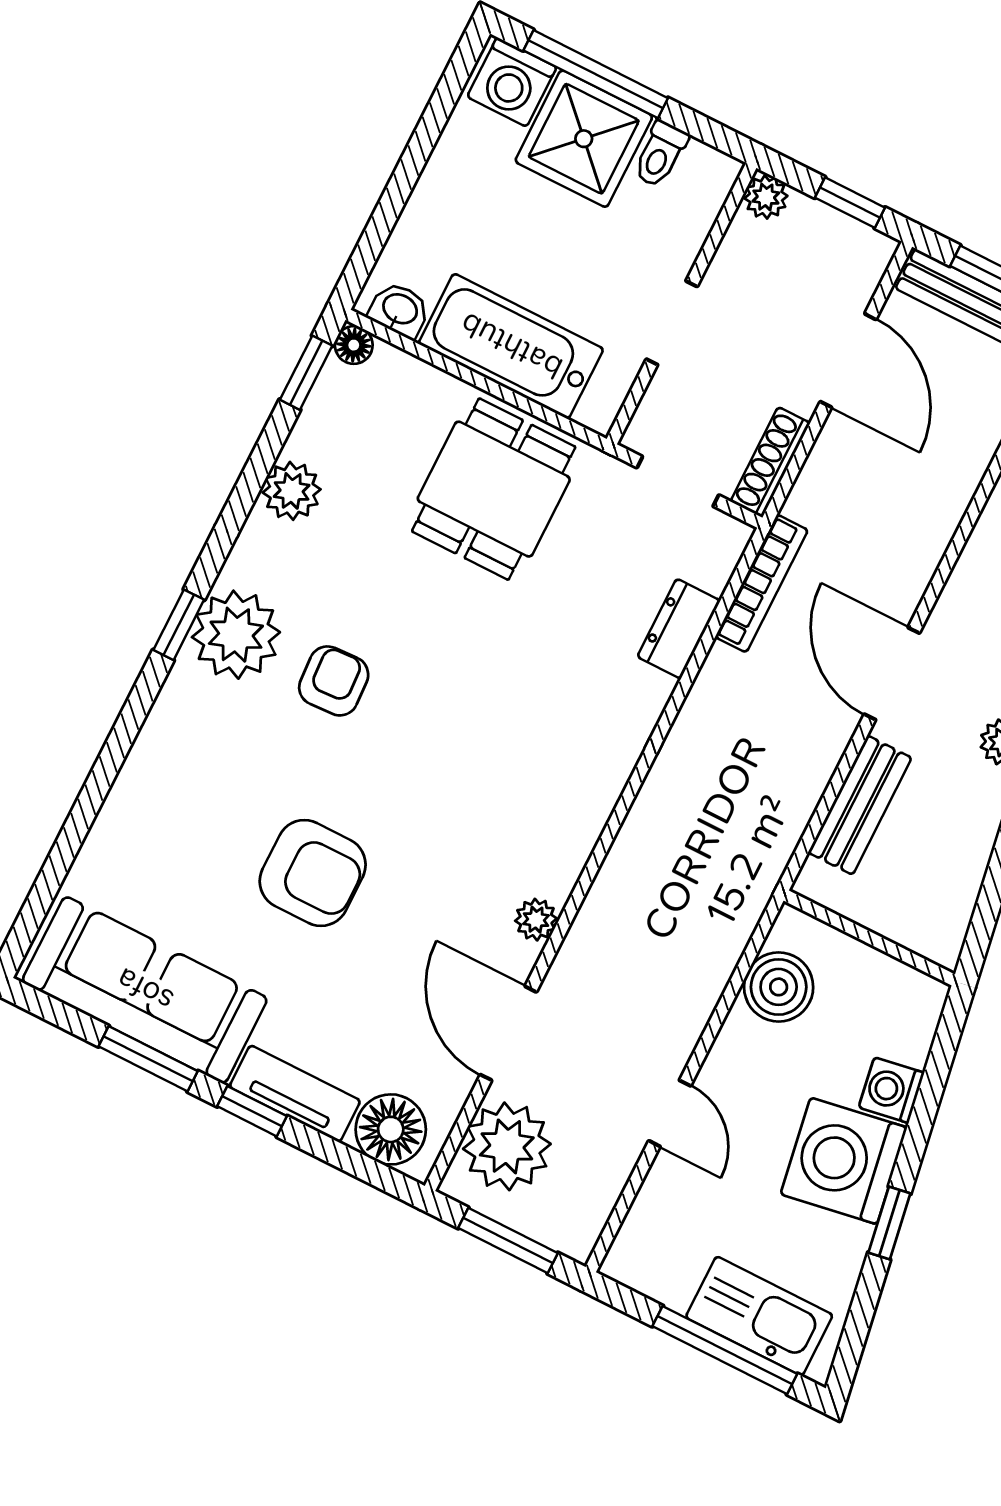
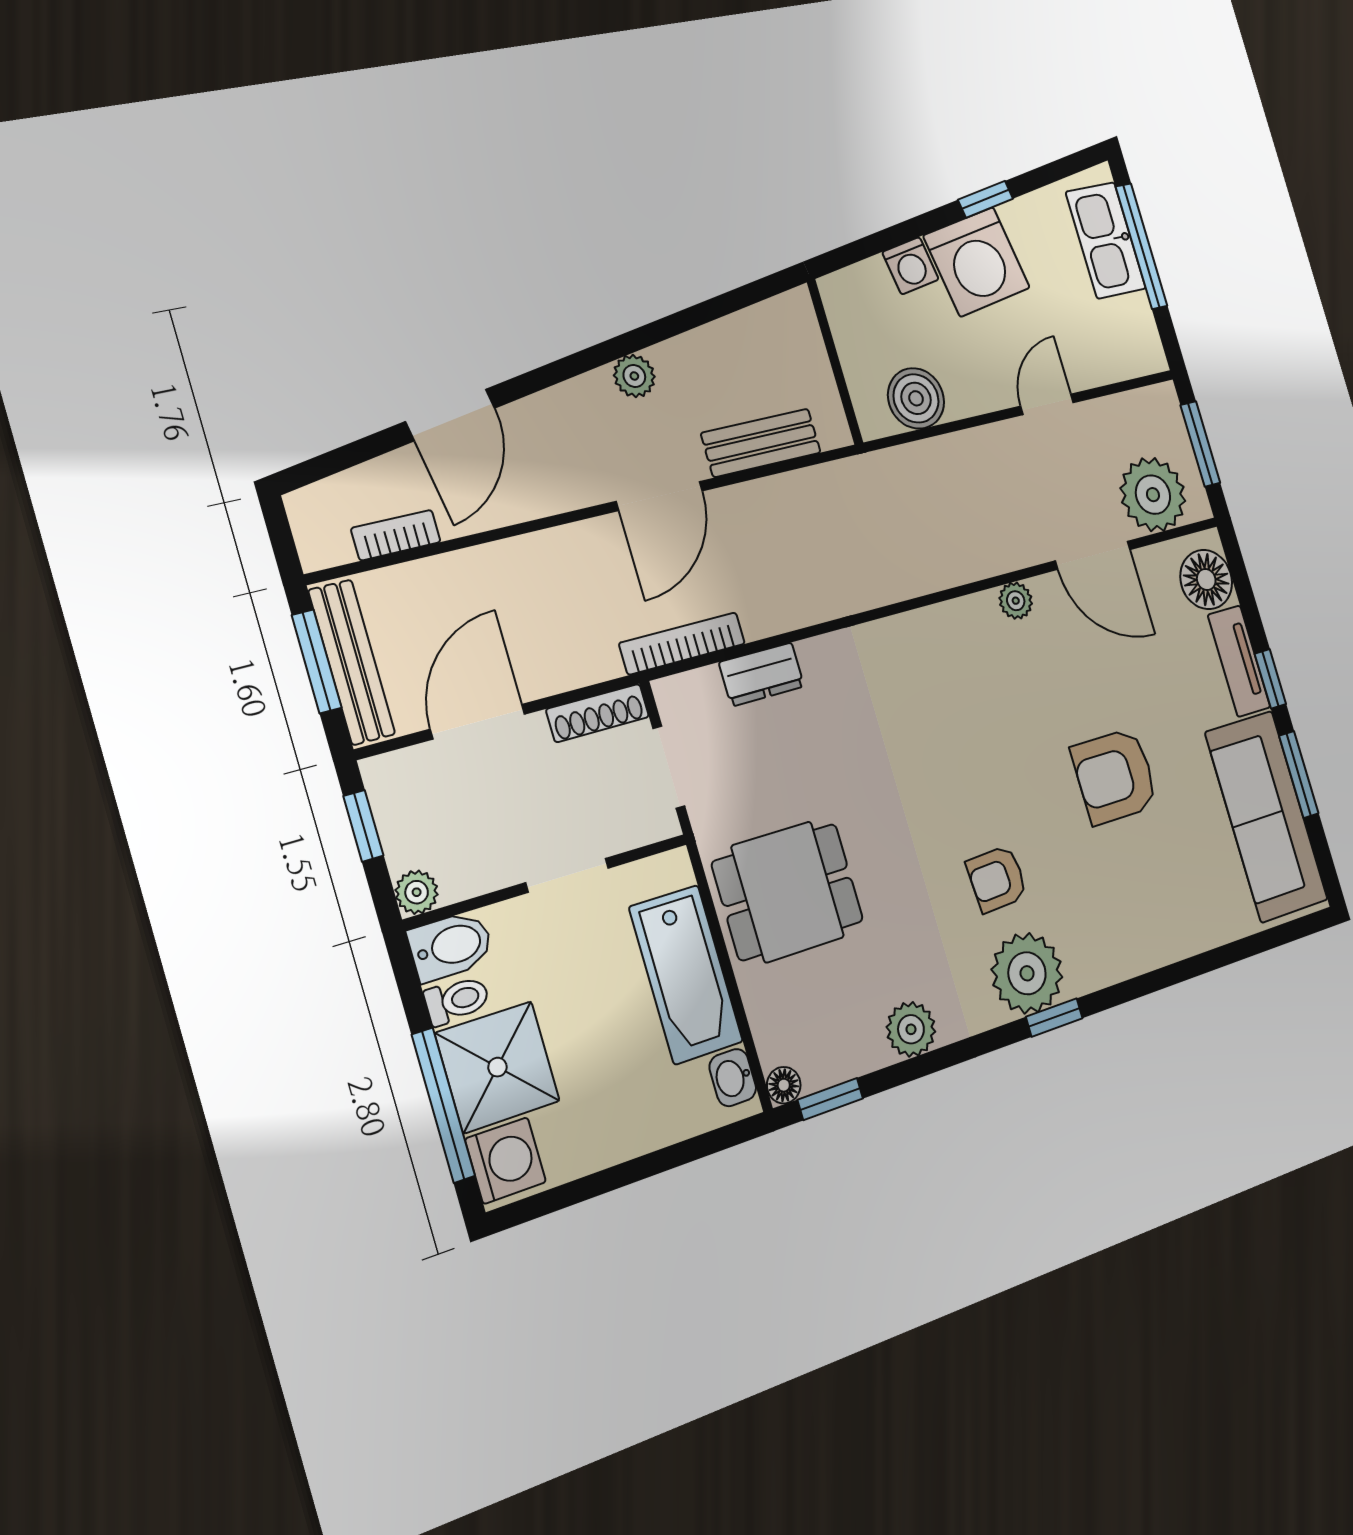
bidet: (703, 186) -> (451, 946), added
armchair: (313, 873) -> (1115, 776), turned -90
door: (508, 1033) -> (1093, 555), hinge flipped

